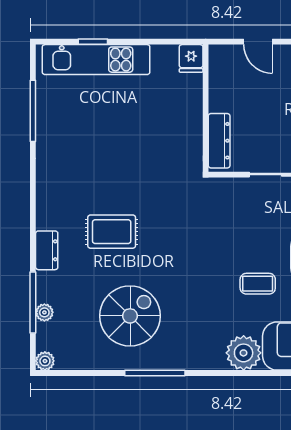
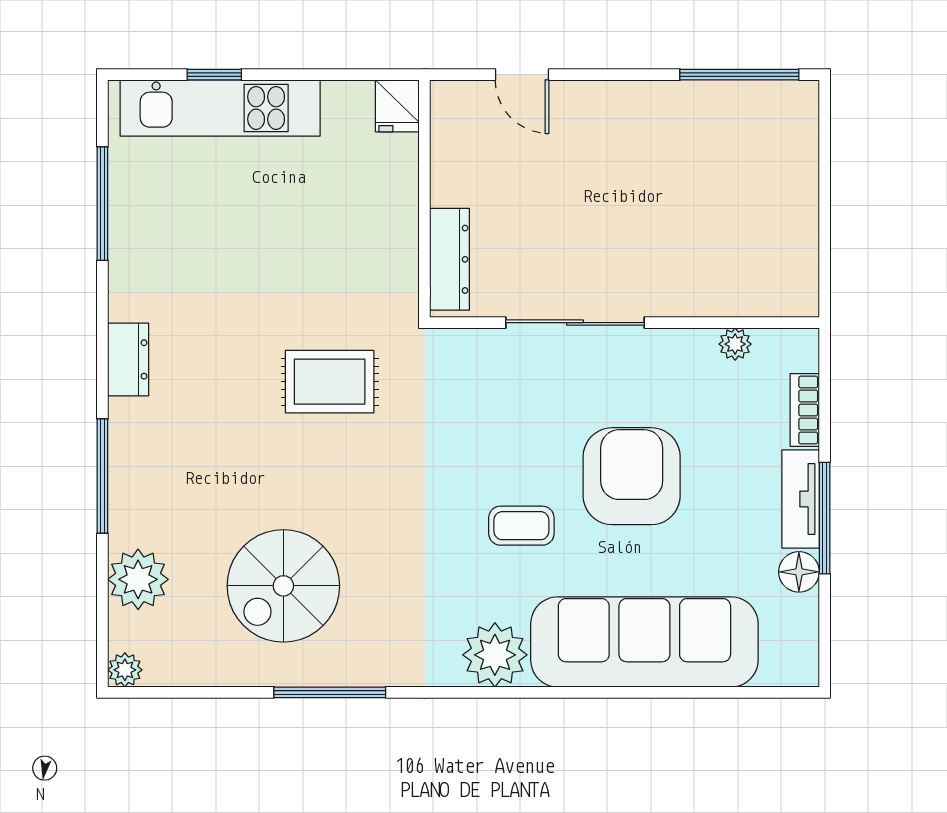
rug: (112, 232) -> (330, 382), moved
dresser: (47, 250) -> (128, 359), moved
window: (33, 303) -> (102, 476), moved
plant: (44, 312) -> (138, 579), width x1.88, depth x1.88
spiral stairs: (130, 316) -> (283, 586), turned 180

